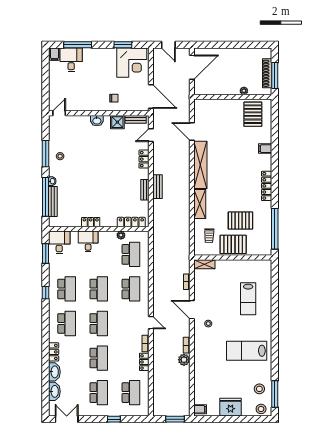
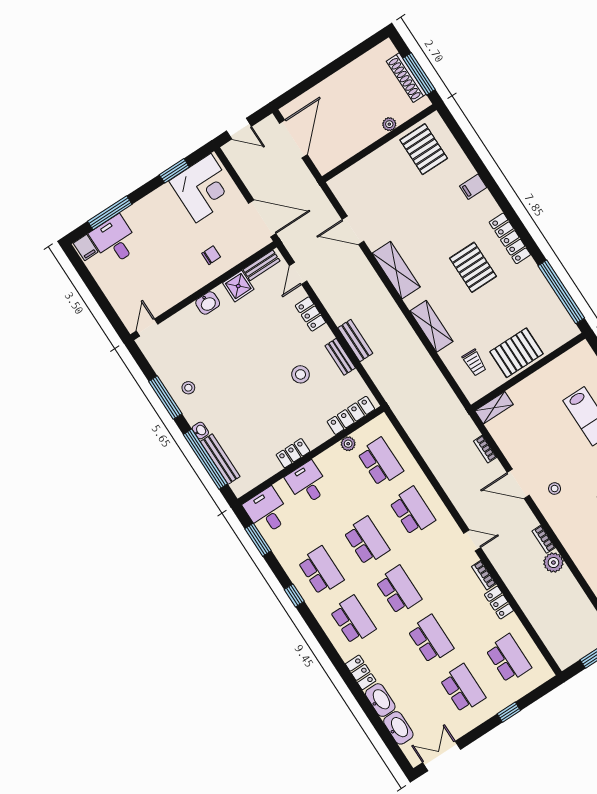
shelving: (200, 165) -> (396, 270), width x0.68
stool: (120, 186) -> (300, 374), added
pallet: (240, 221) -> (473, 267), moved, turned 90

